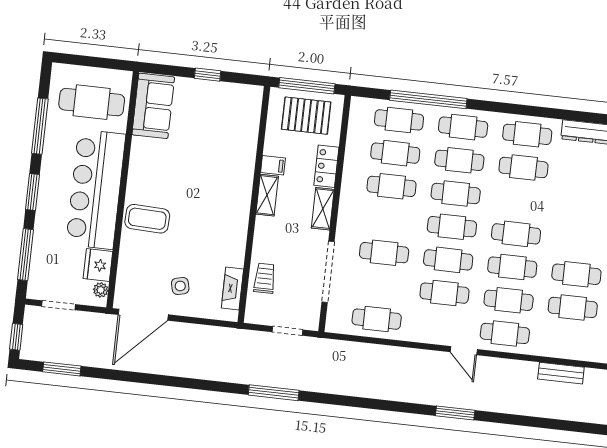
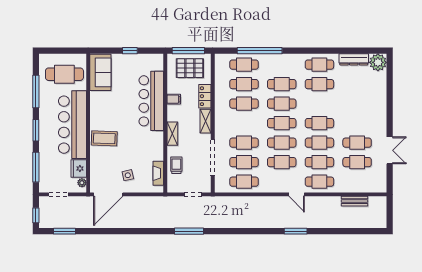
cafe table: (463, 127) -> (244, 162), moved
bar counter: (234, 164) -> (151, 101), added
shelving: (267, 195) -> (172, 134), moved

